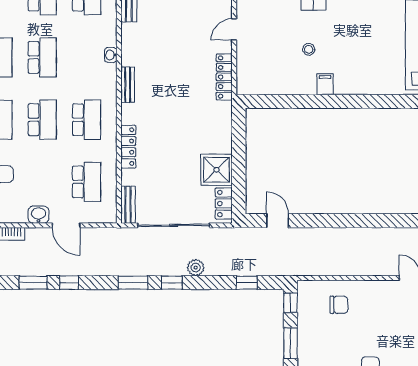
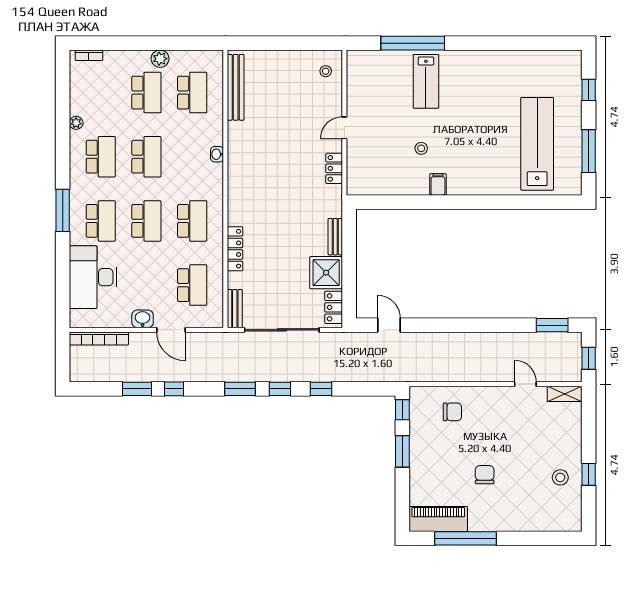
locker: (224, 77) -> (334, 168), width x0.66
bench: (128, 85) -> (335, 237), moved
plant: (196, 268) -> (305, 373), removed
window: (247, 283) -> (321, 389), moved

